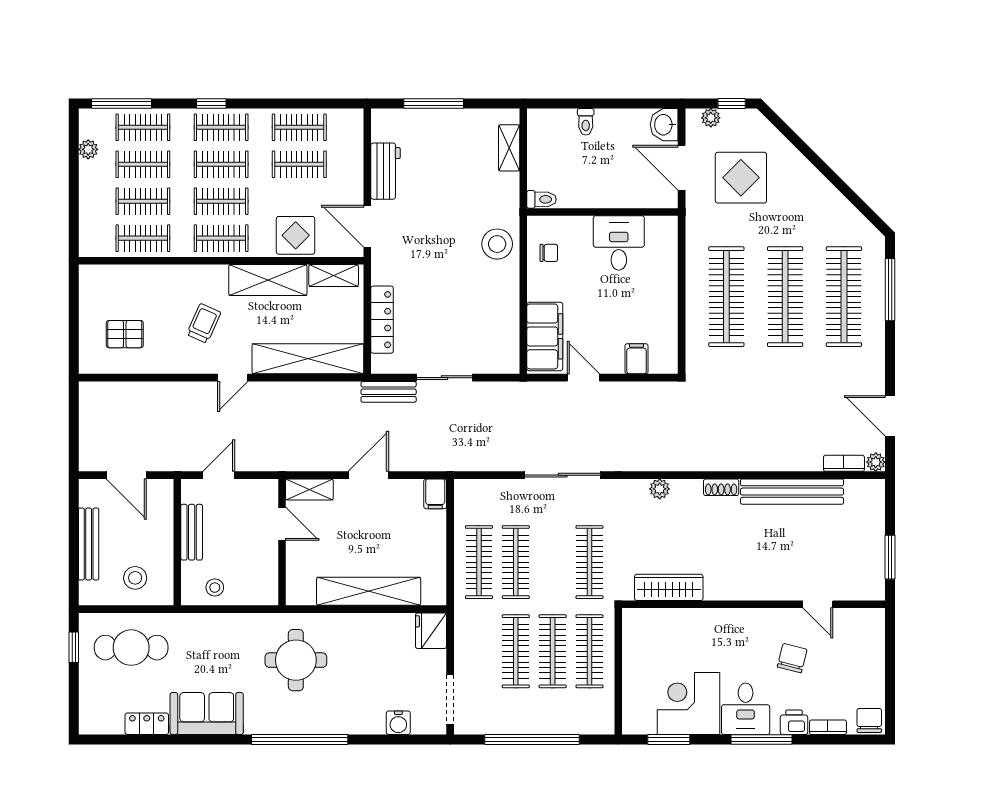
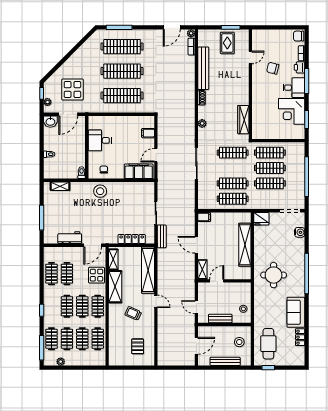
clothes rail: (221, 127) -> (51, 306), removed
rug: (853, 549) -> (227, 43), added

